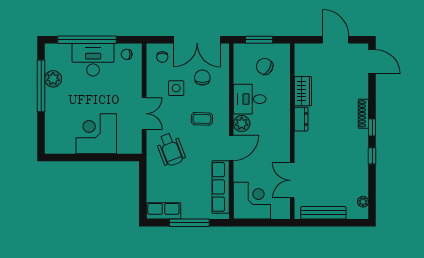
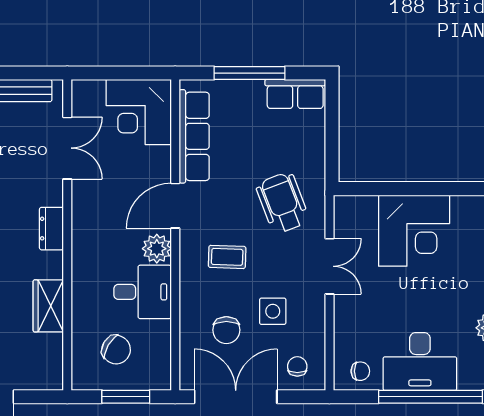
double door: (144, 114) -> (329, 266), swing flipped
dresser: (301, 119) -> (51, 229), moved

